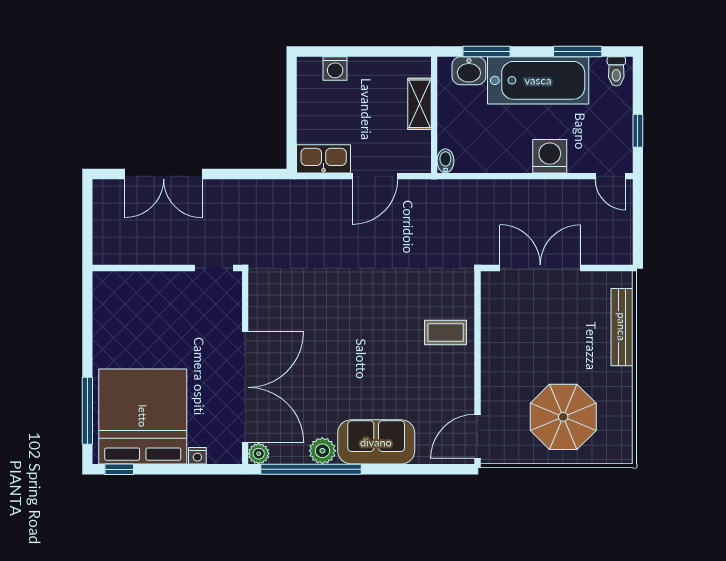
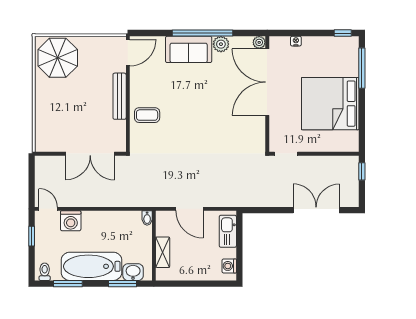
washing machine: (335, 68) -> (229, 266), moved, turned -90
washing machine: (550, 156) -> (71, 221), moved
kitchen sink: (324, 159) -> (228, 231), moved, turned 90
door: (375, 176) -> (189, 209), swing flipped
window: (87, 238) -> (362, 171), added
bench: (622, 327) -> (120, 96), moved
bed: (143, 416) -> (330, 104), moved, turned 90
parasol: (563, 417) -> (58, 58), moved
window: (311, 469) -> (203, 33), moved

